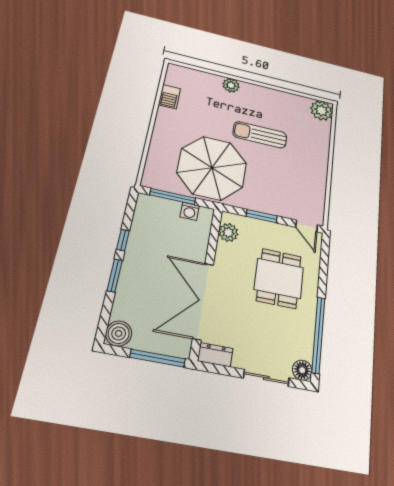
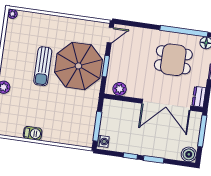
barbecue: (169, 97) -> (33, 133), moved
plant: (321, 111) -> (12, 14), width x0.53, depth x0.53
parasol: (212, 168) -> (78, 66), moved
washing machine: (190, 211) -> (103, 141), moved
dining table: (279, 278) -> (173, 60), moved

